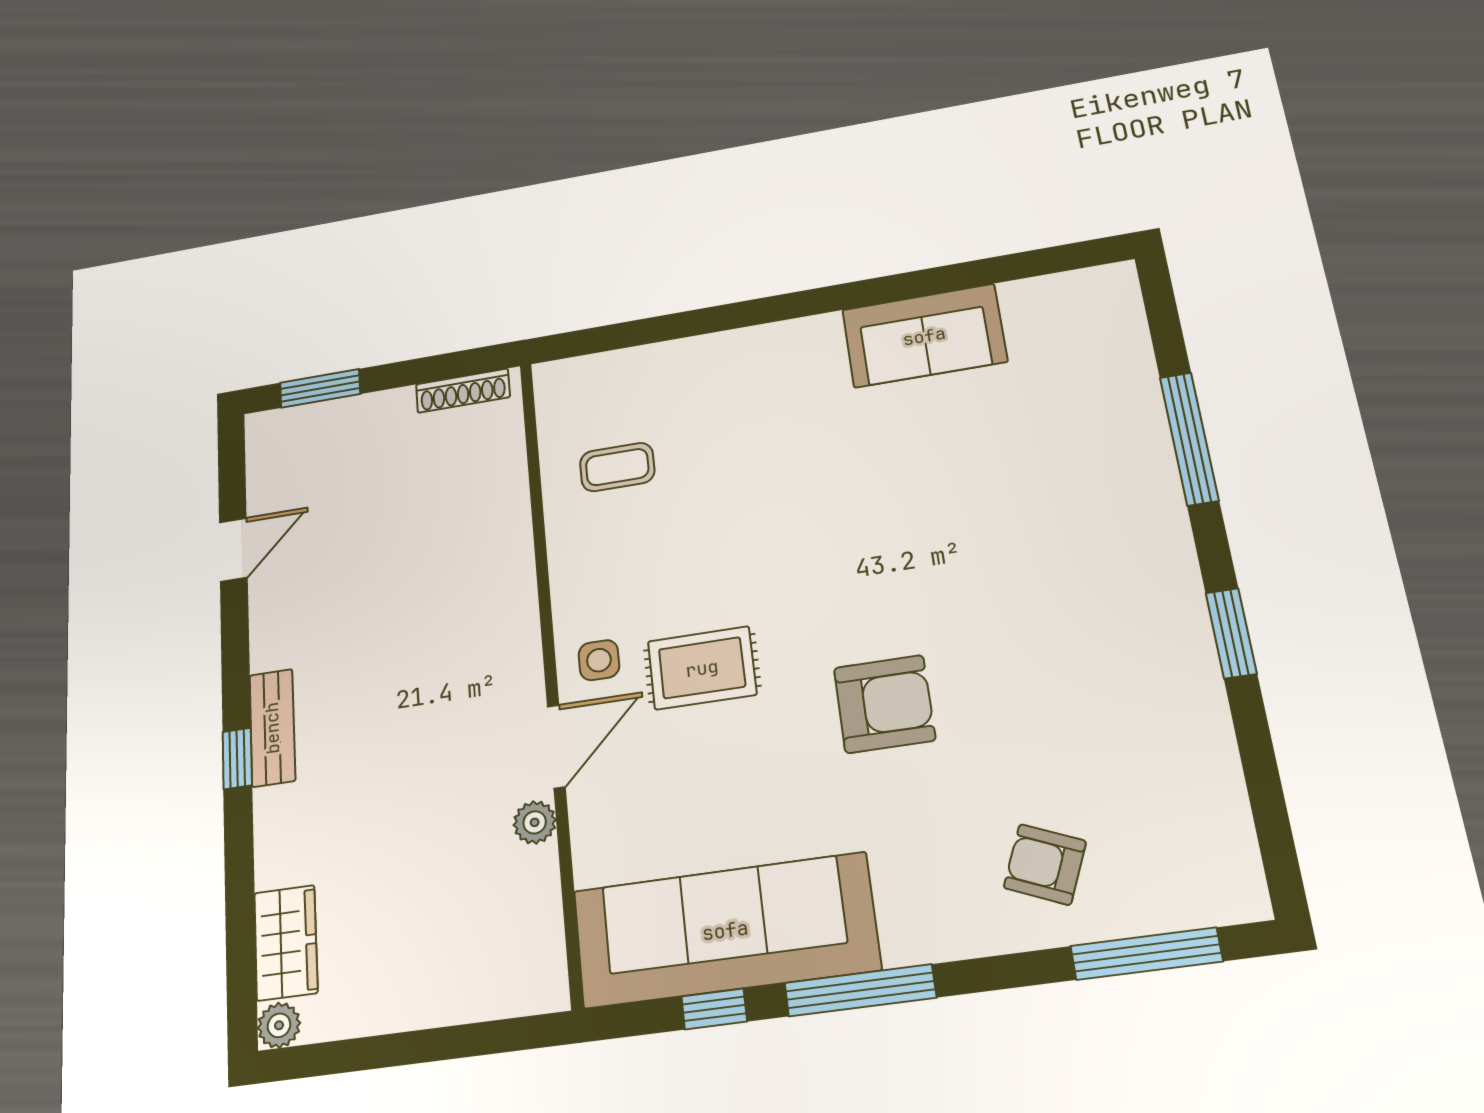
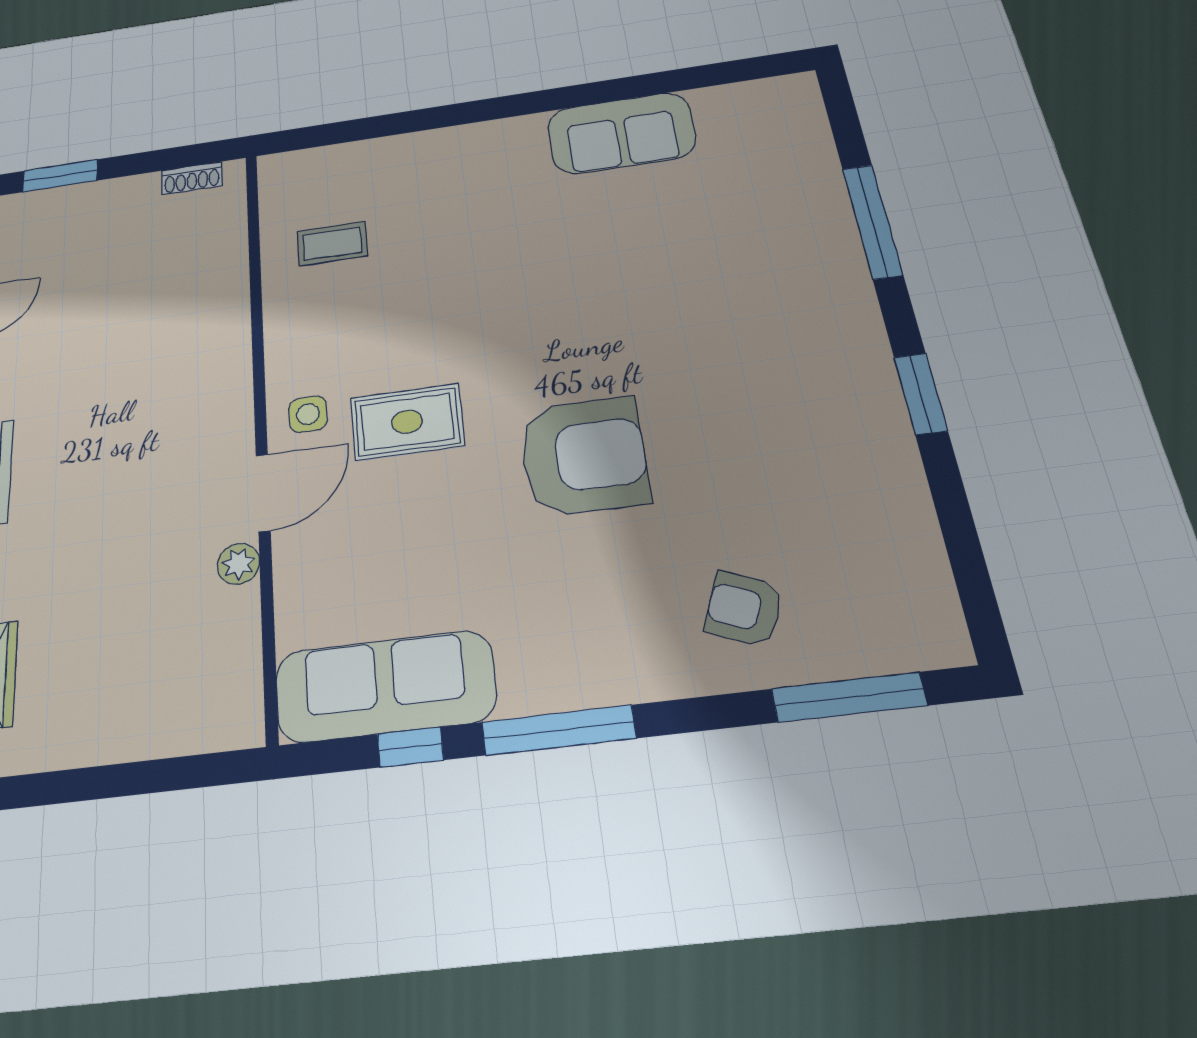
shoe rack: (463, 391) -> (192, 178), width x0.70
armchair: (884, 704) -> (584, 456), width x1.36, depth x1.36
sofa: (725, 930) -> (385, 686), width x0.74, depth x0.79

